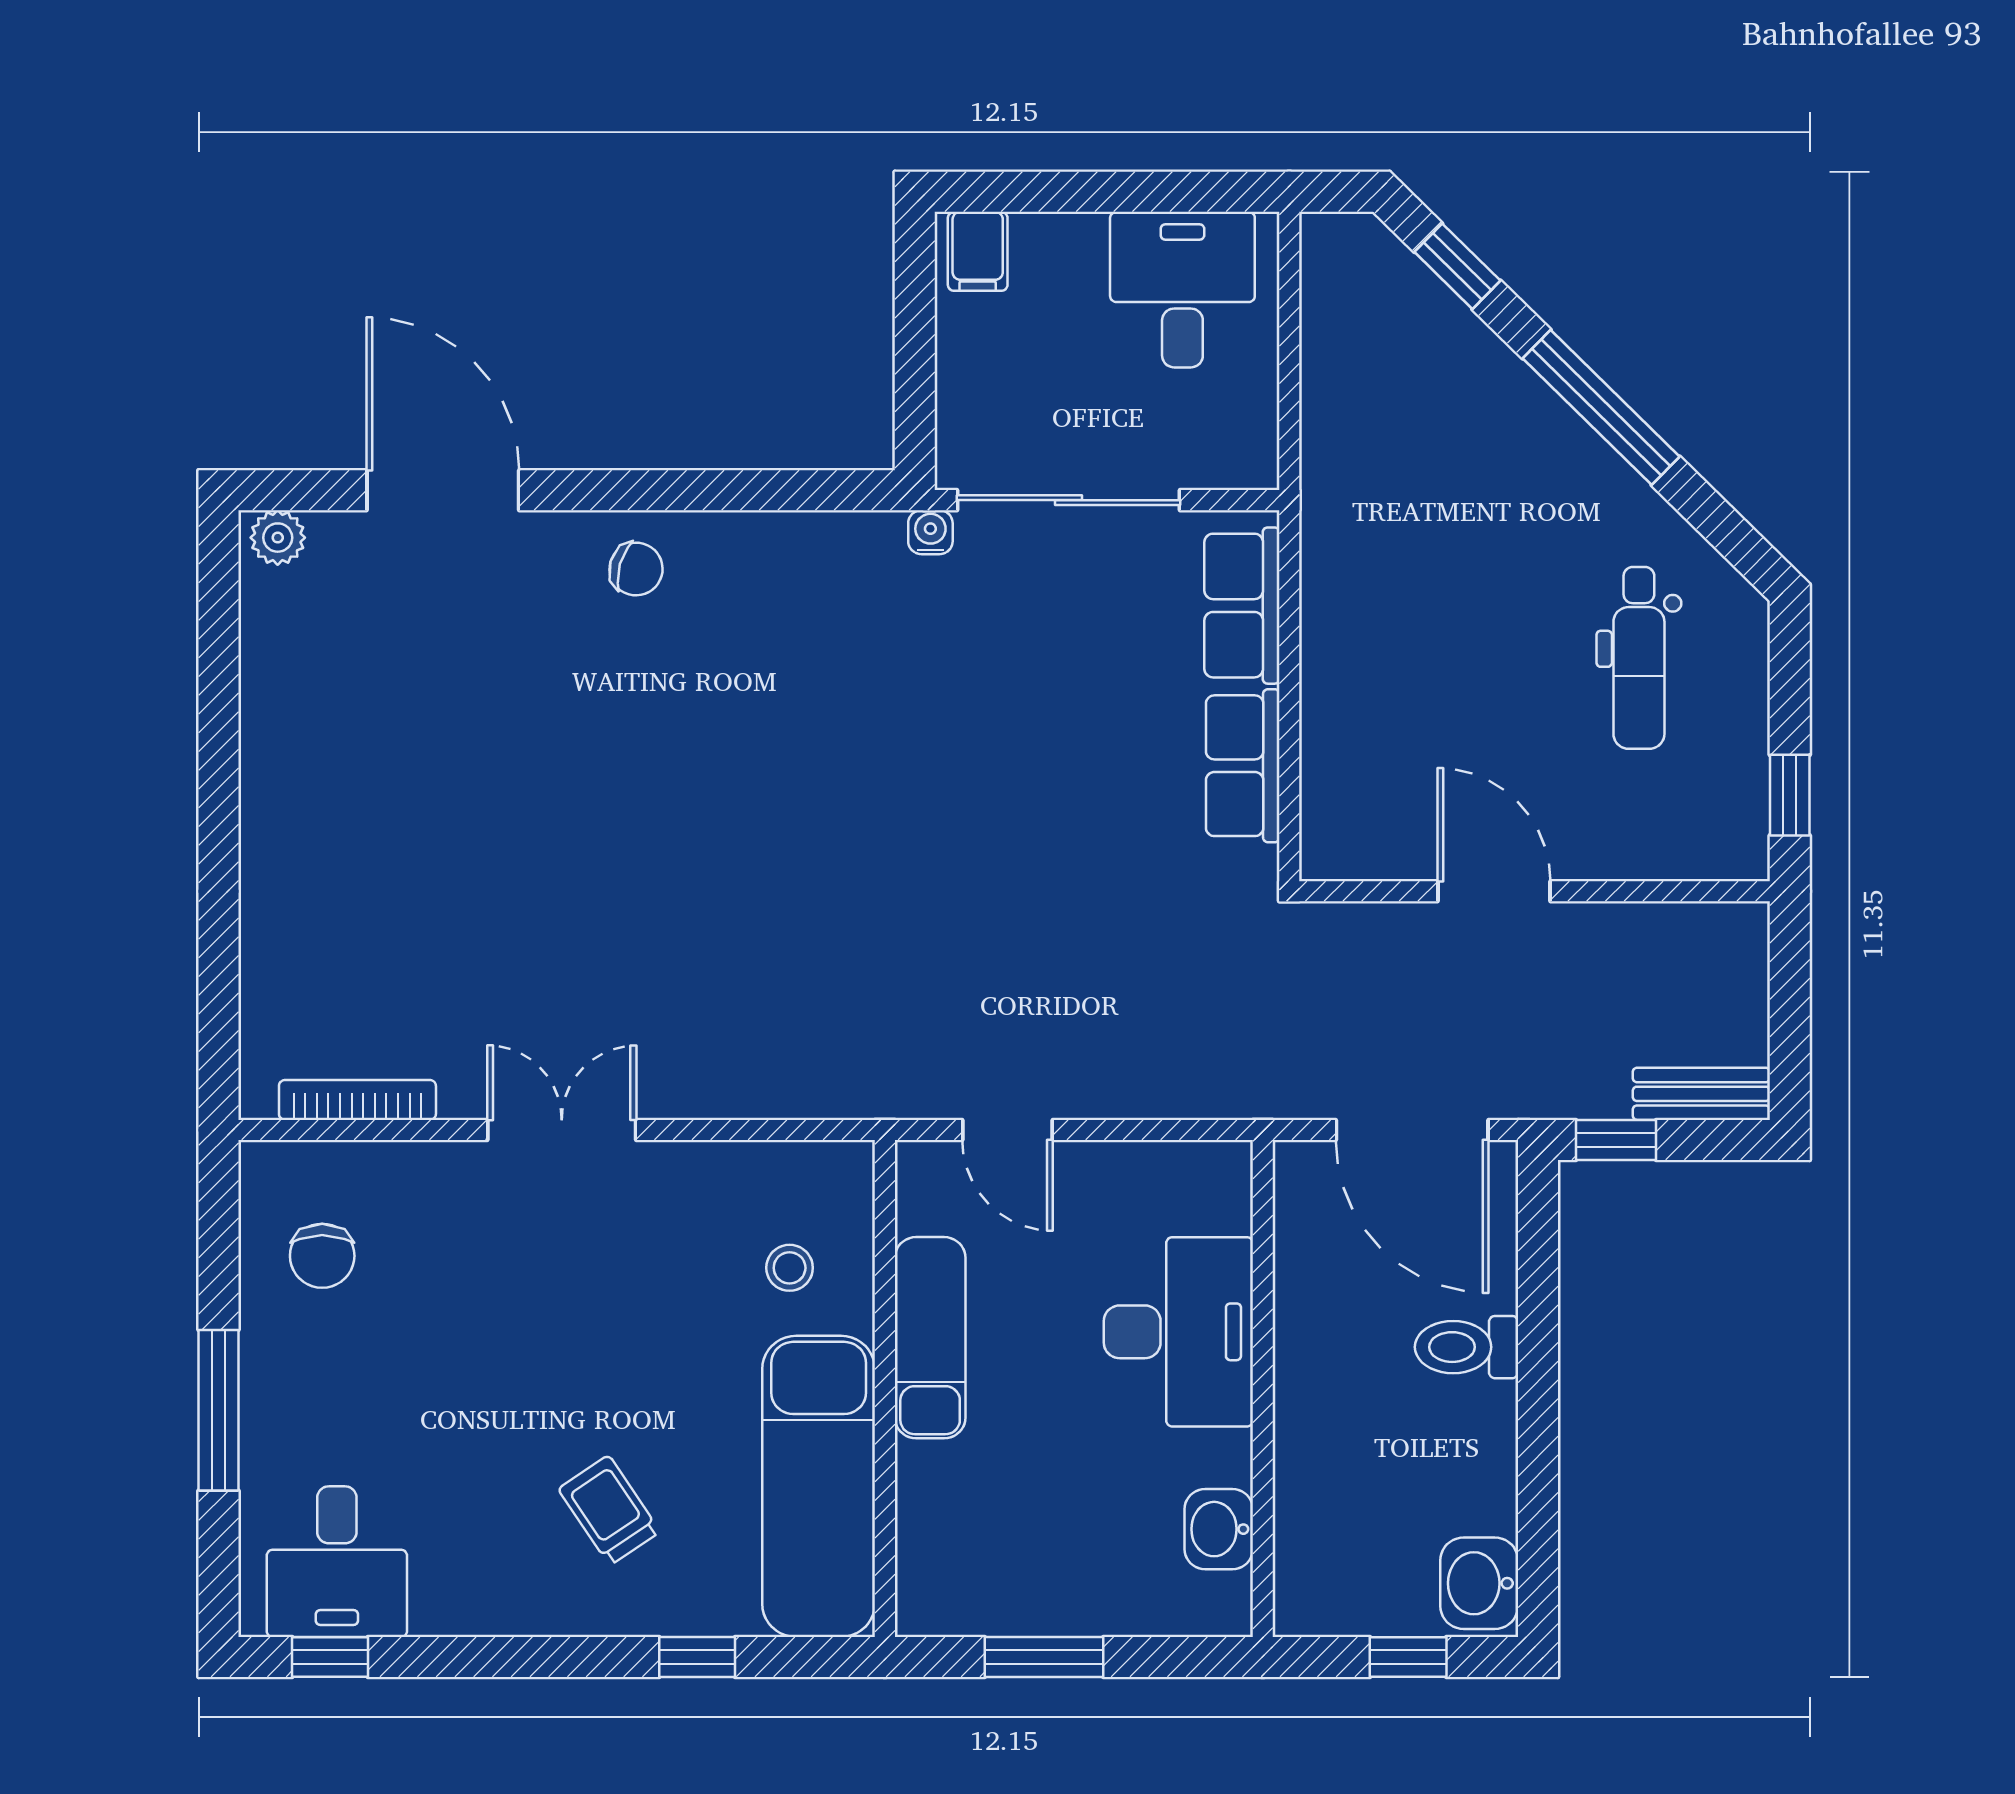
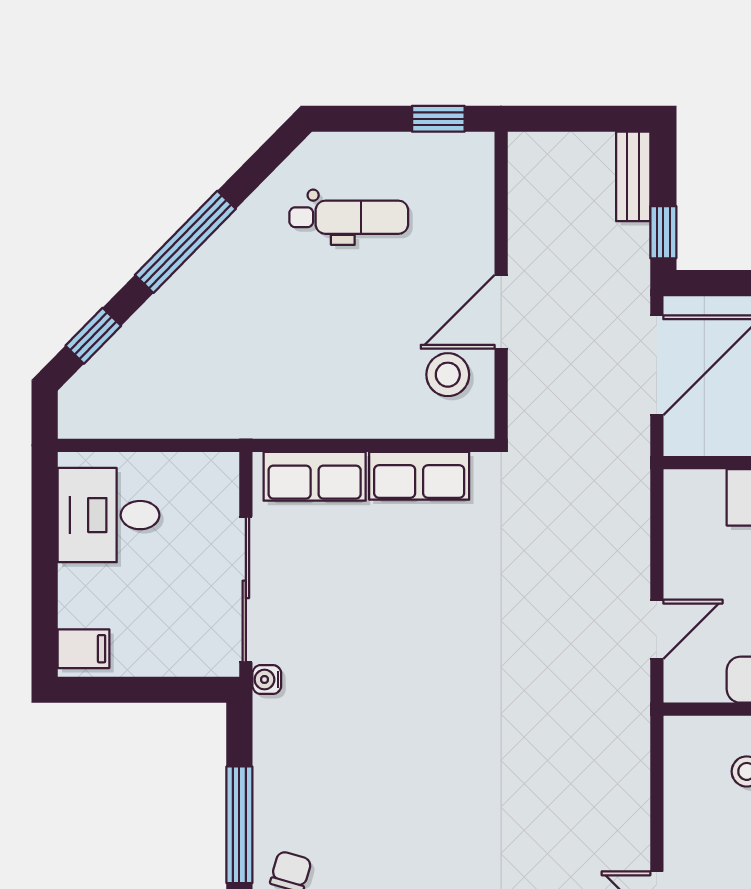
window: (708, 490) -> (239, 825), added
stool: (1398, 810) -> (448, 375), added

